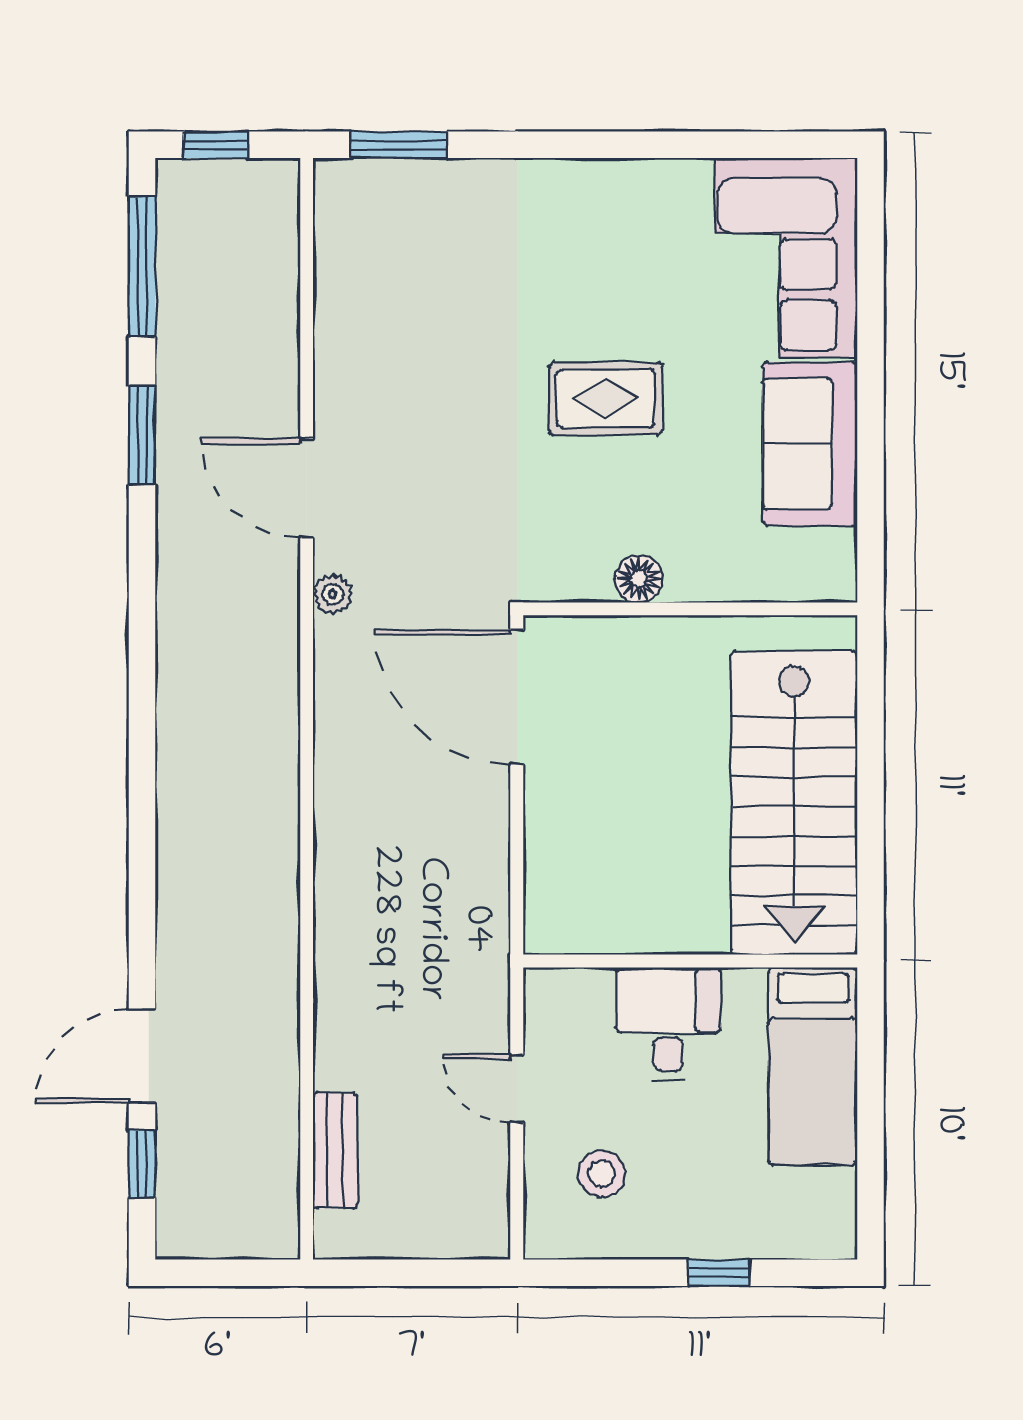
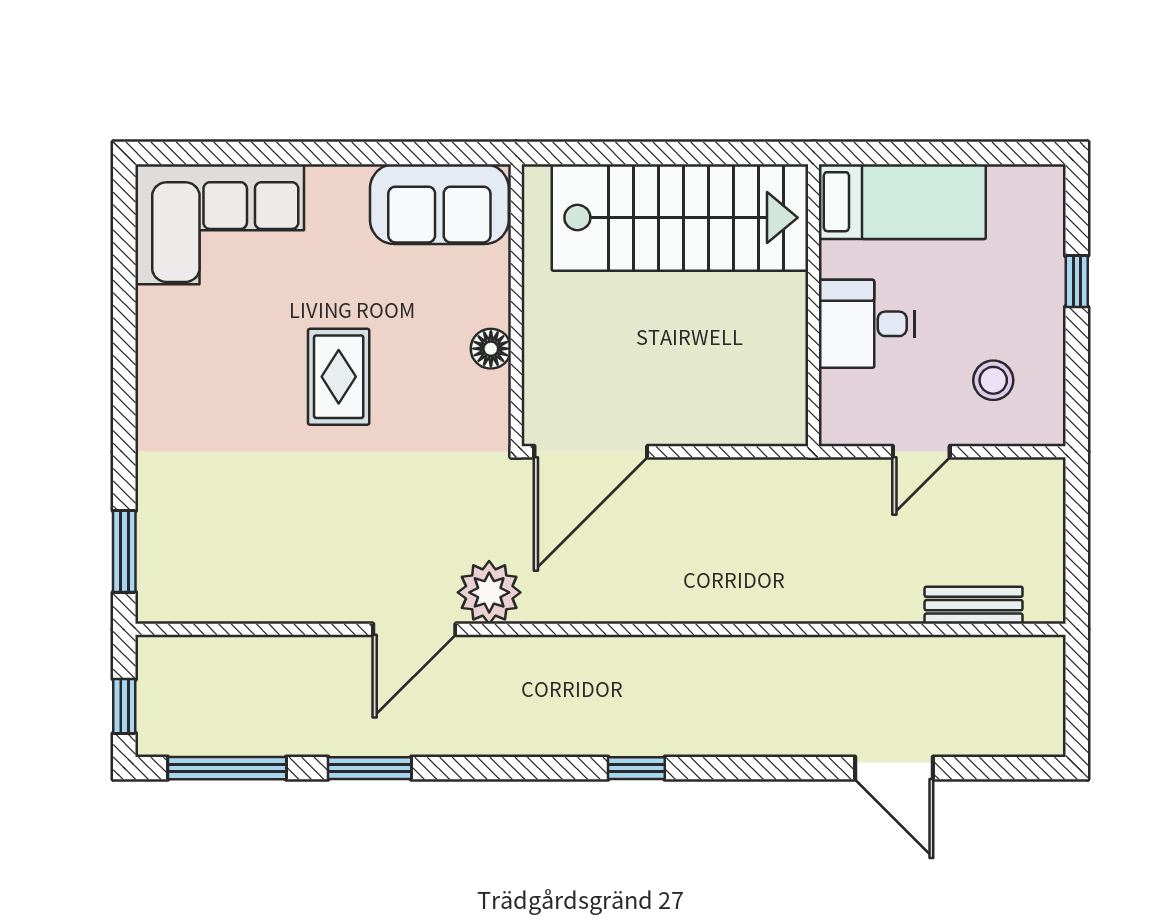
sofa: (810, 444) -> (439, 204), moved
plant: (333, 594) -> (489, 592), width x1.87, depth x1.87
window: (142, 1164) -> (636, 768), moved

